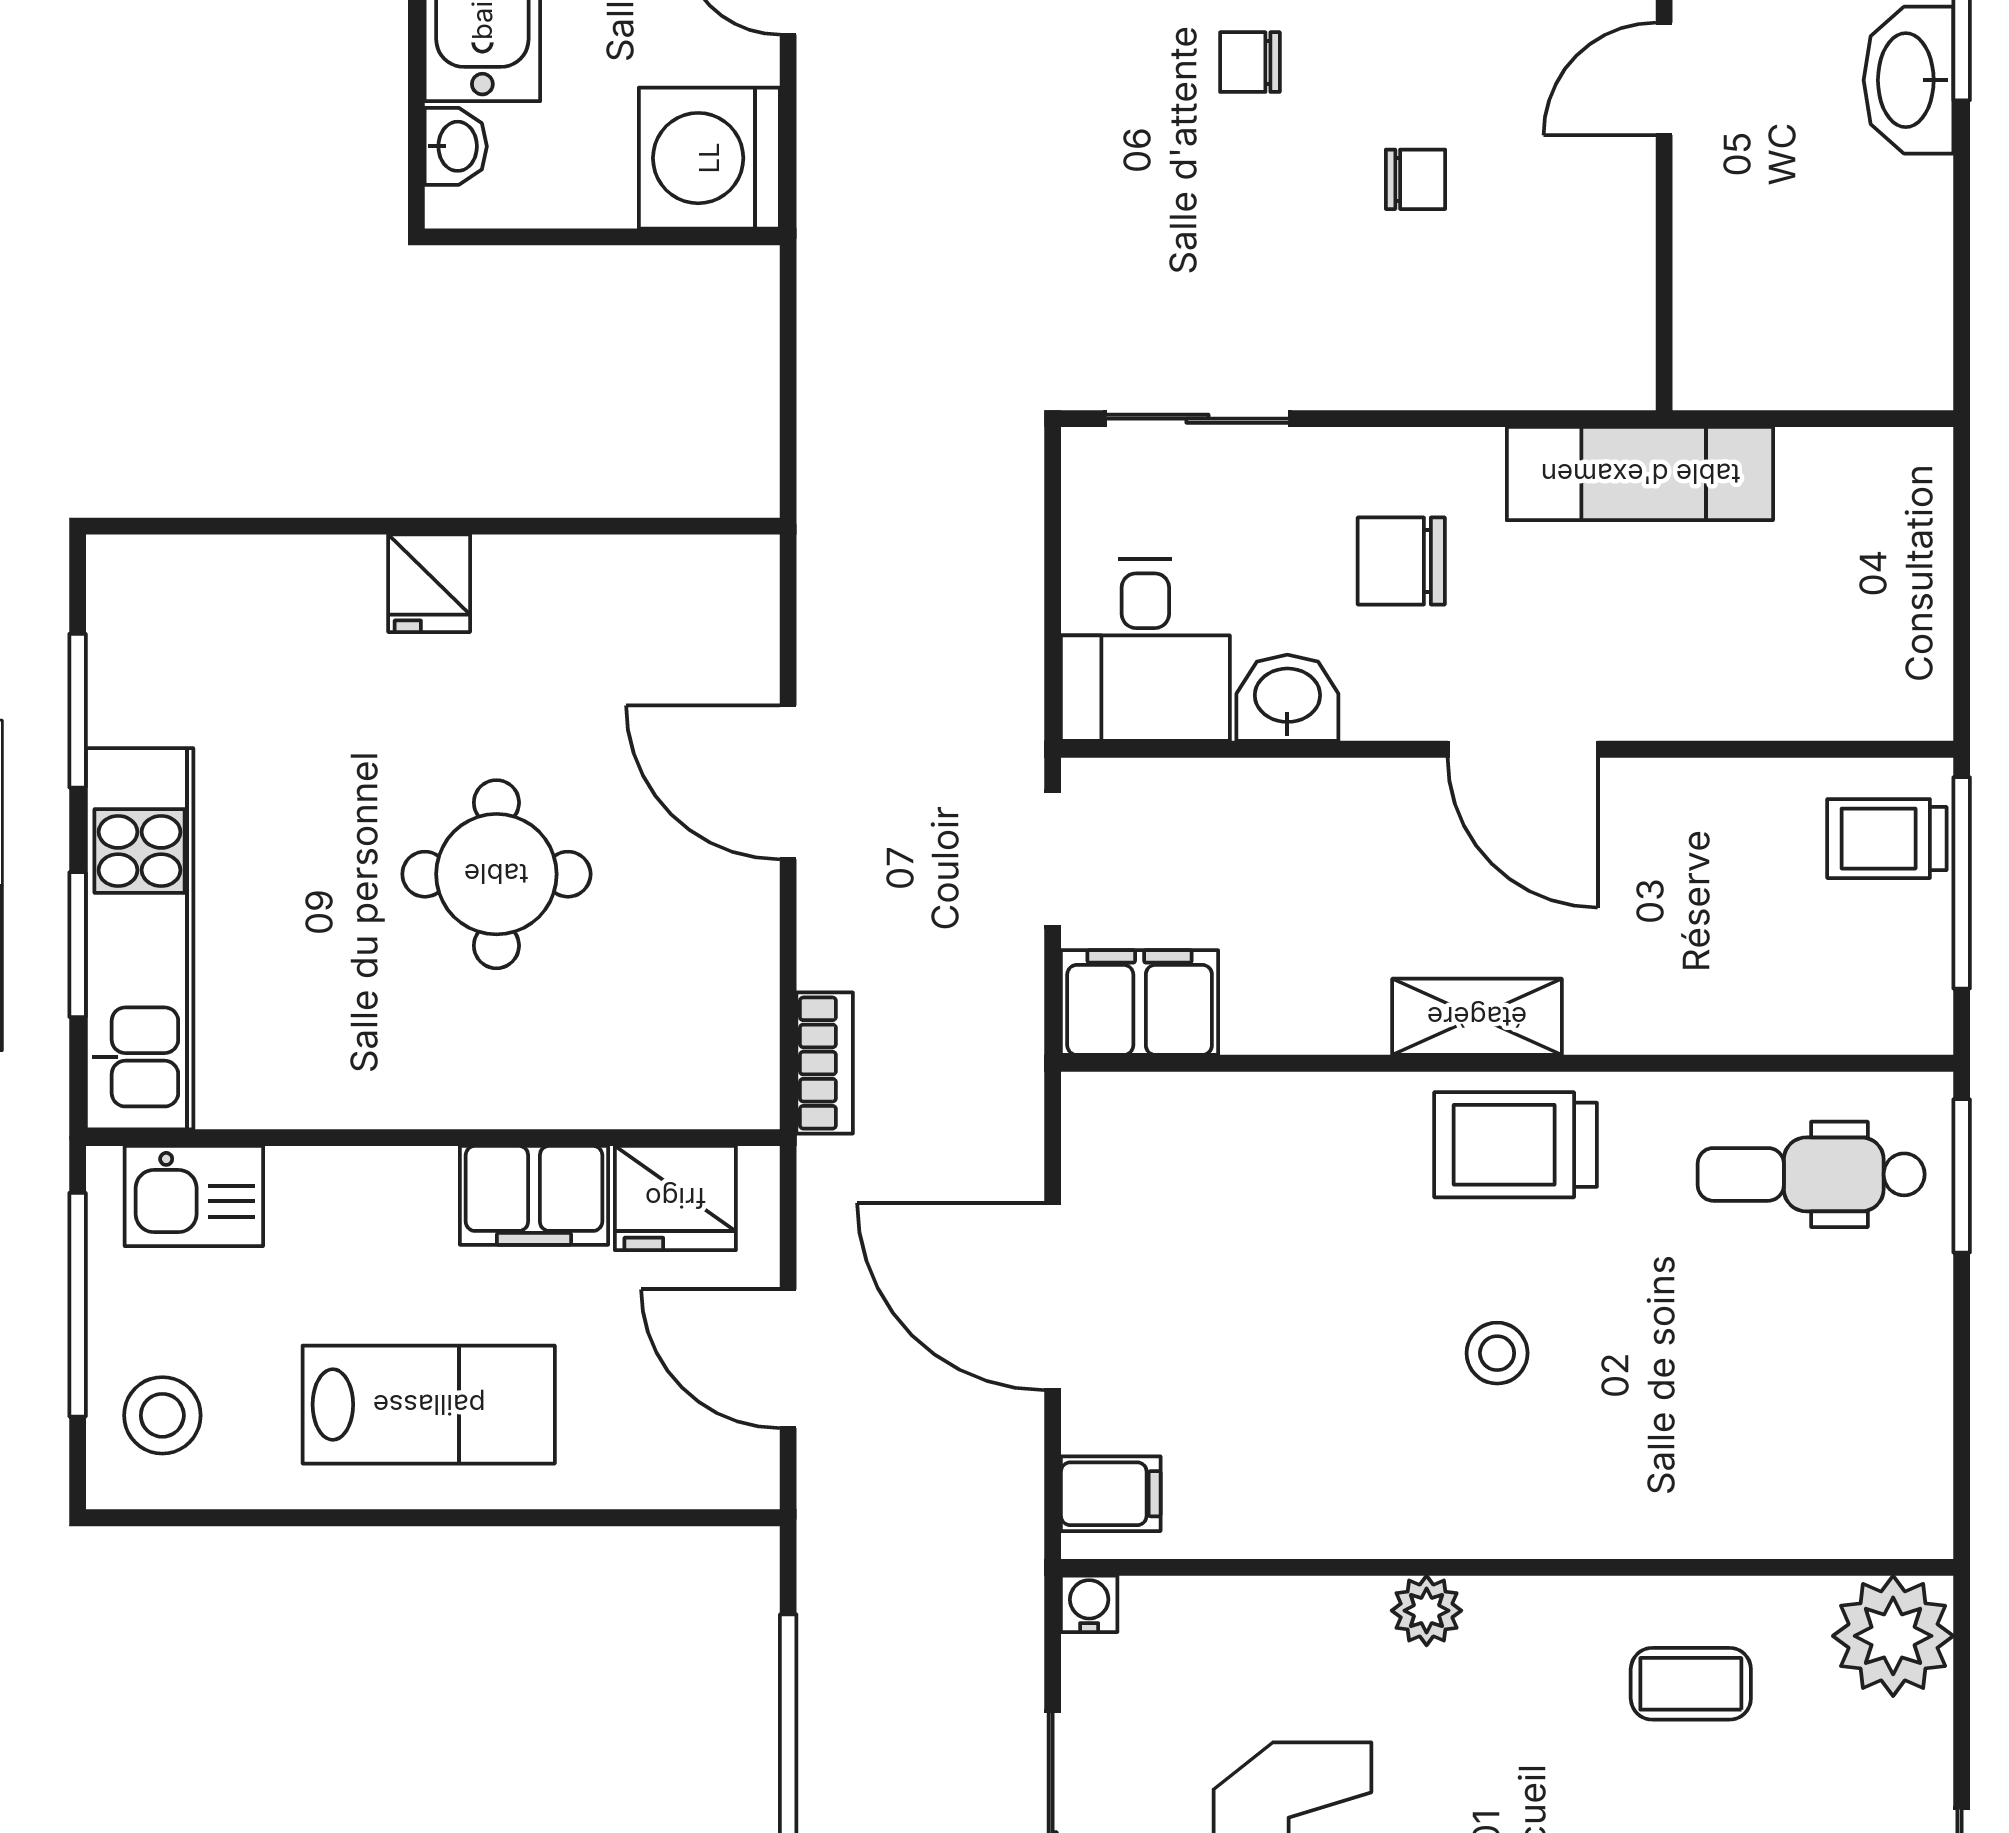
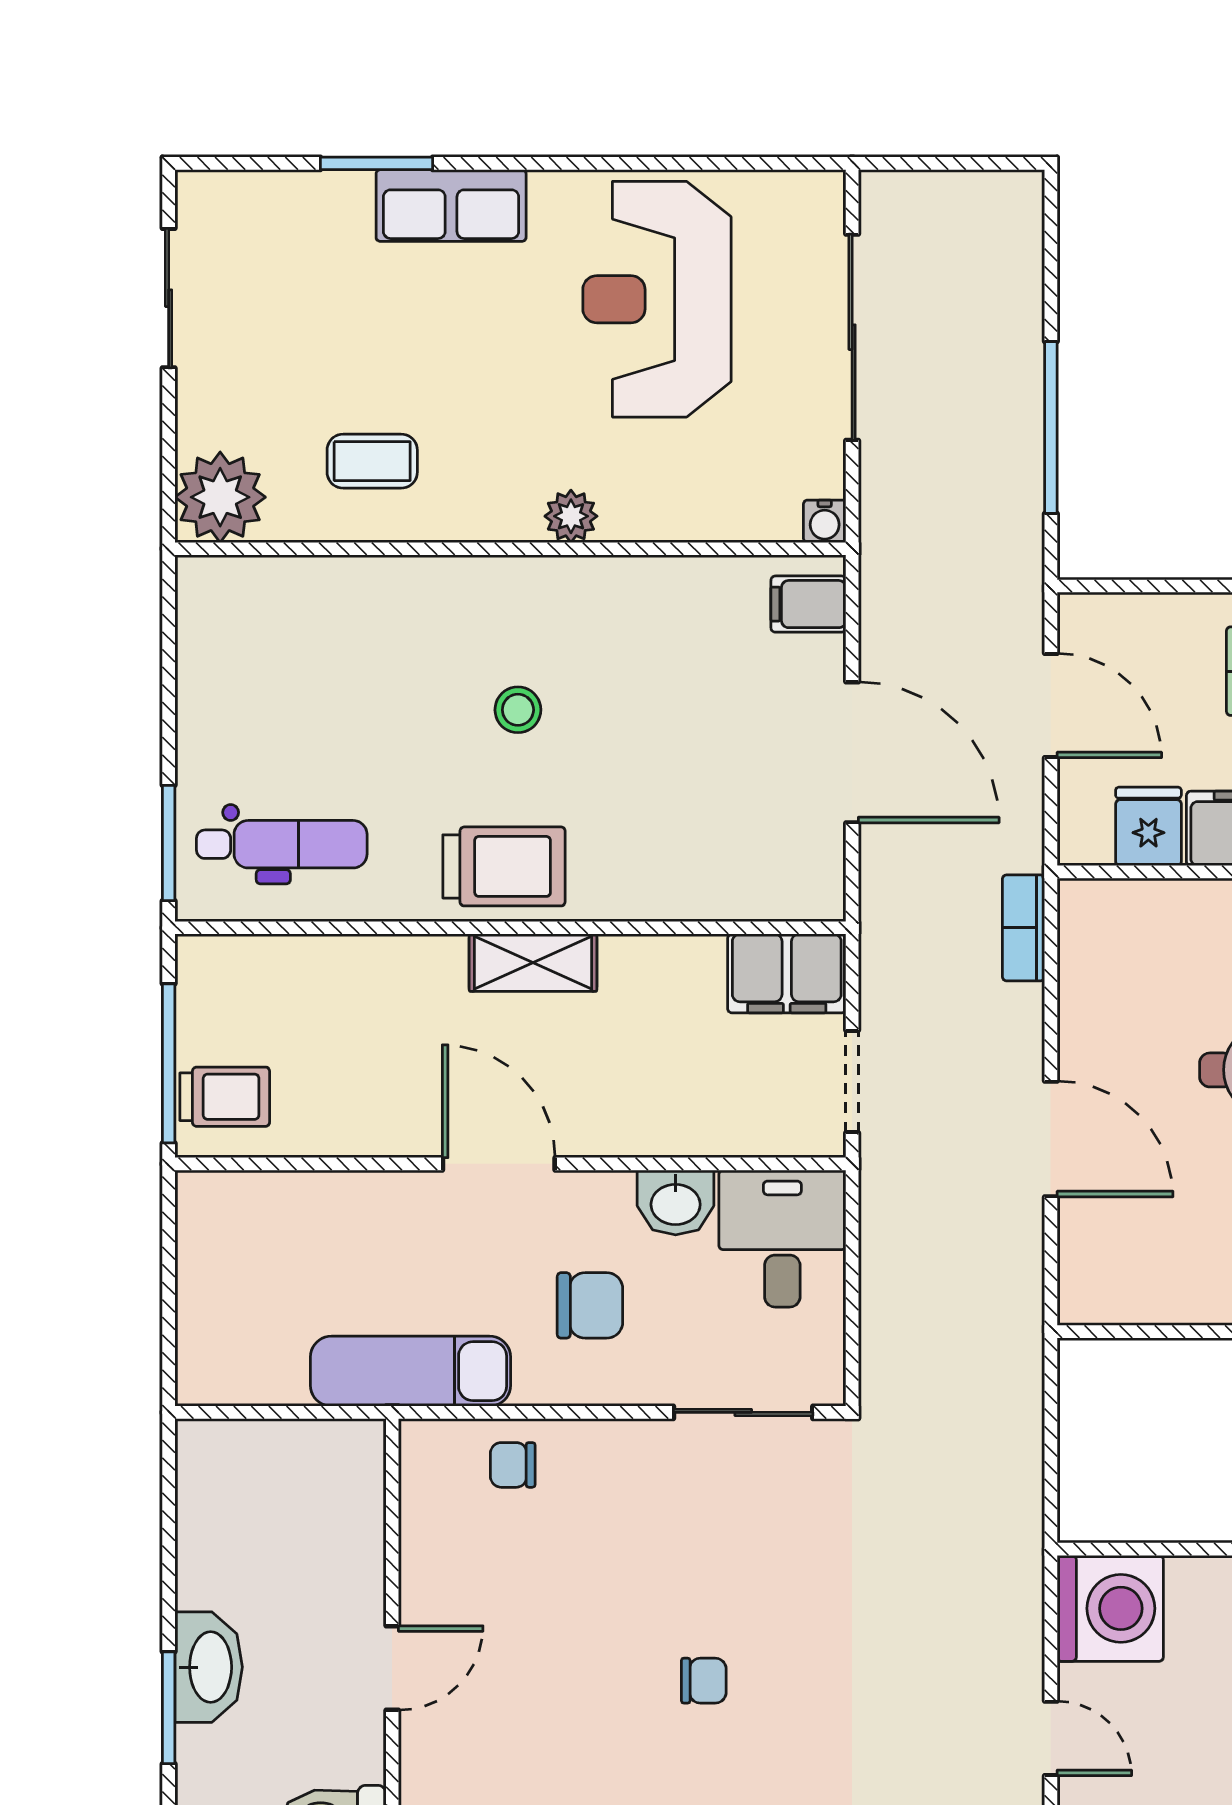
chair: (1416, 179) -> (513, 1465), moved
fridge: (675, 1198) -> (1148, 826), width x0.72

